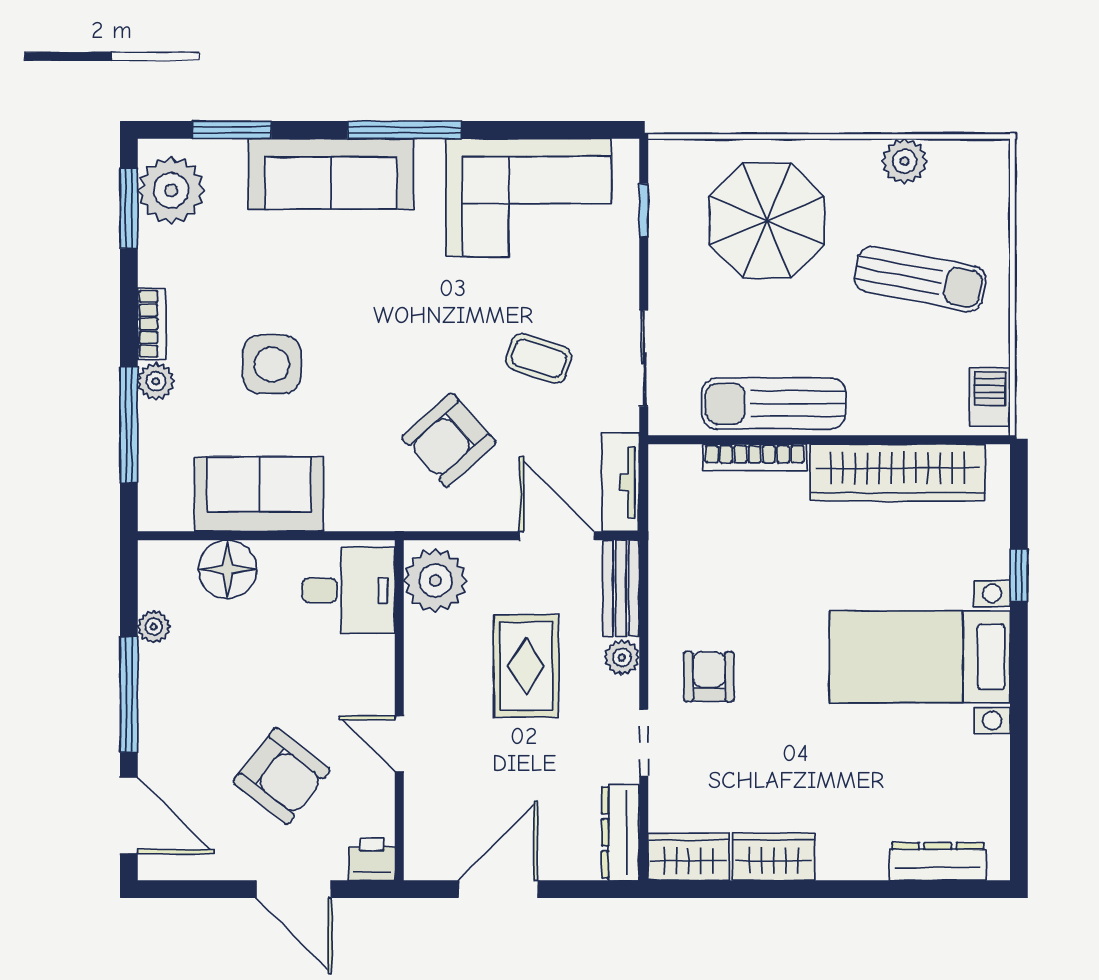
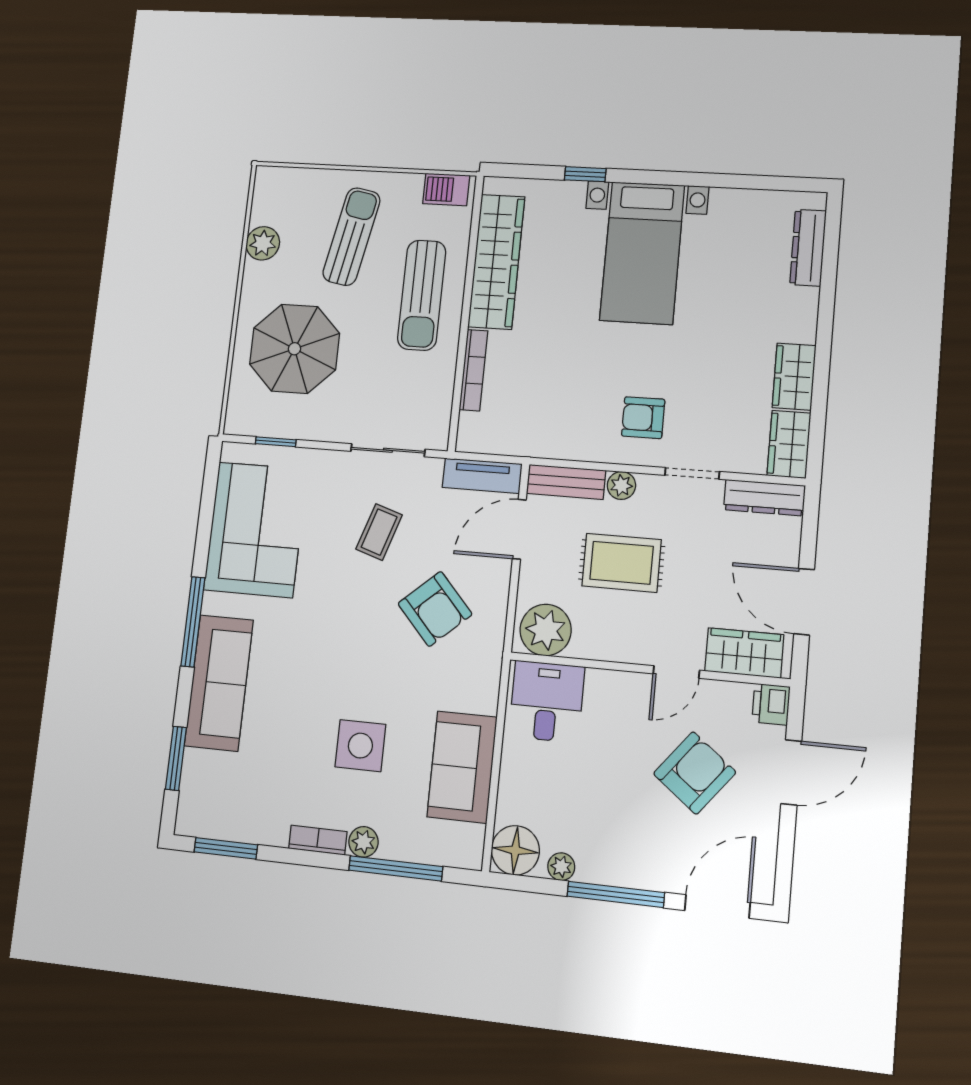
plant: (171, 190) -> (216, 812), removed
sun lounger: (774, 404) -> (422, 295), moved
floor lamp: (228, 569) -> (515, 850), moved
wardrobe: (430, 823) -> (744, 653), added

